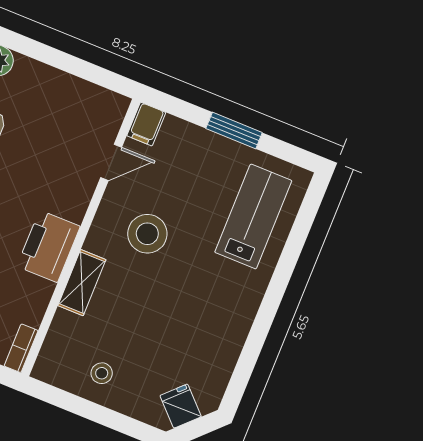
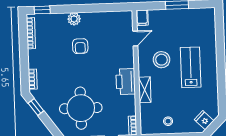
lab bench: (253, 216) -> (191, 67), moved

